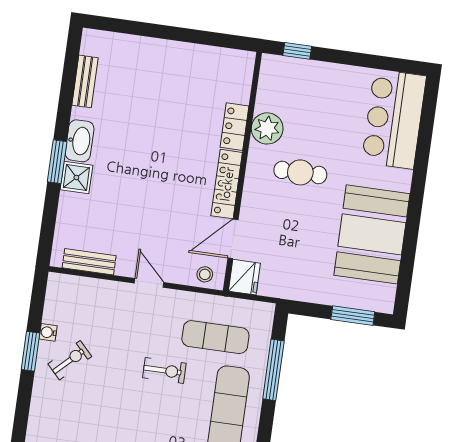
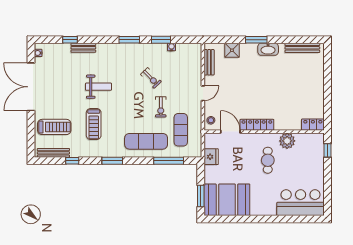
bench: (85, 81) -> (302, 48), width x1.36
locker: (234, 127) -> (313, 125), moved
shower: (76, 178) -> (232, 50), moved
booth: (372, 234) -> (227, 200), moved
fridge: (244, 277) -> (211, 157), moved, turned -90
exercise bike: (70, 360) -> (151, 78), moved
window: (22, 414) -> (129, 40), added

